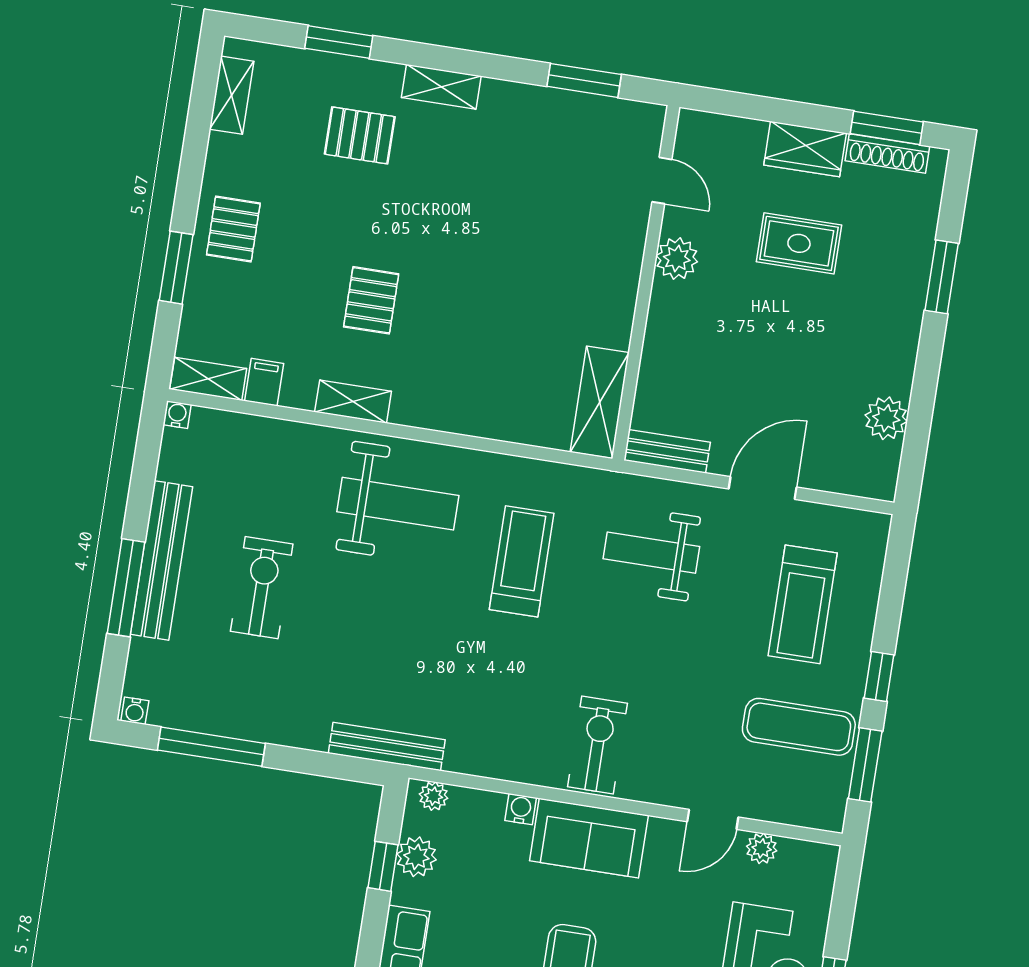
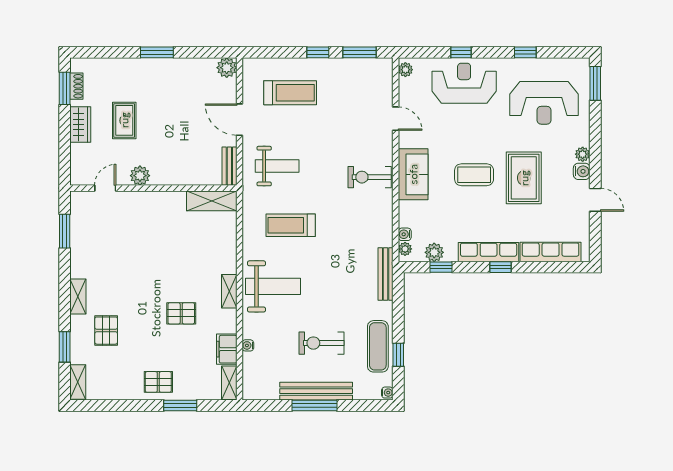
shelving: (232, 95) -> (78, 382), moved, turned 90
shoe rack: (887, 154) -> (76, 86), width x0.70
window: (942, 277) -> (157, 52), moved
filing cabinet: (264, 382) -> (227, 349), width x2.00
shelving: (353, 402) -> (229, 291), moved
water cooler: (177, 415) -> (248, 345), moved
plant: (886, 418) -> (227, 68), moved
weight bench: (398, 504) -> (273, 286), turned 90
weight bench: (651, 553) -> (277, 166), turned -90
window: (126, 588) -> (315, 406), moved
exercise mat: (799, 727) -> (378, 346), moved
window: (211, 747) -> (398, 355), width x0.46
water cooler: (521, 809) -> (405, 234), moved
plant: (762, 848) -> (405, 70), moved

